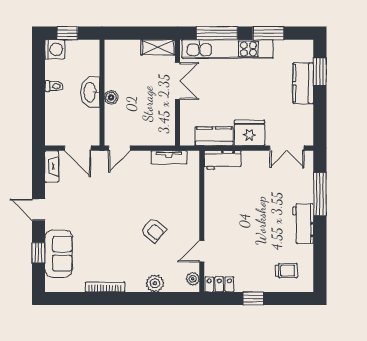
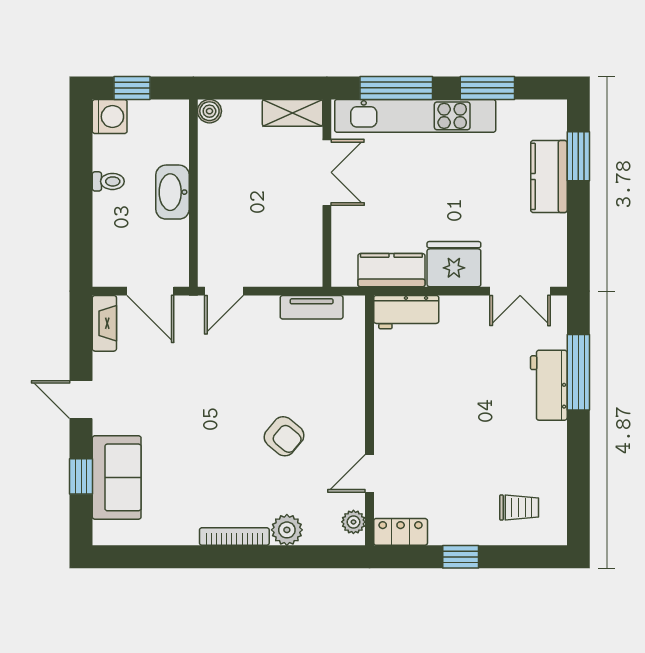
boiler: (111, 97) -> (209, 111), moved
workbench: (303, 224) -> (549, 385), moved
bookcase: (105, 287) -> (234, 537), moved

